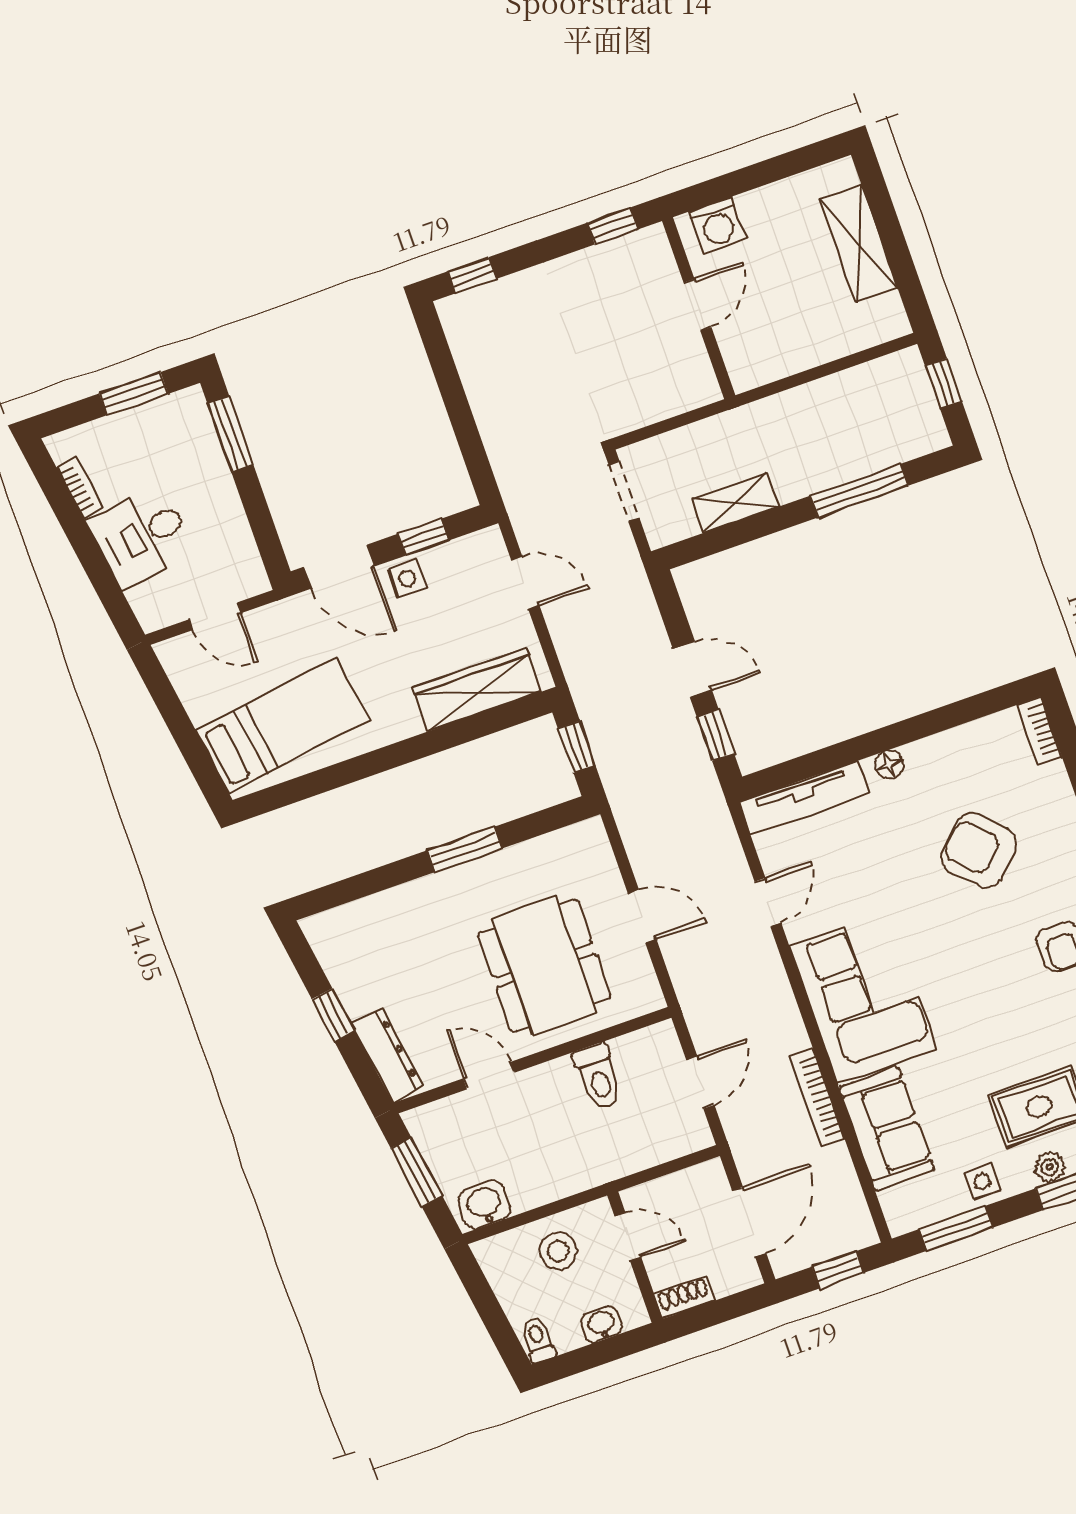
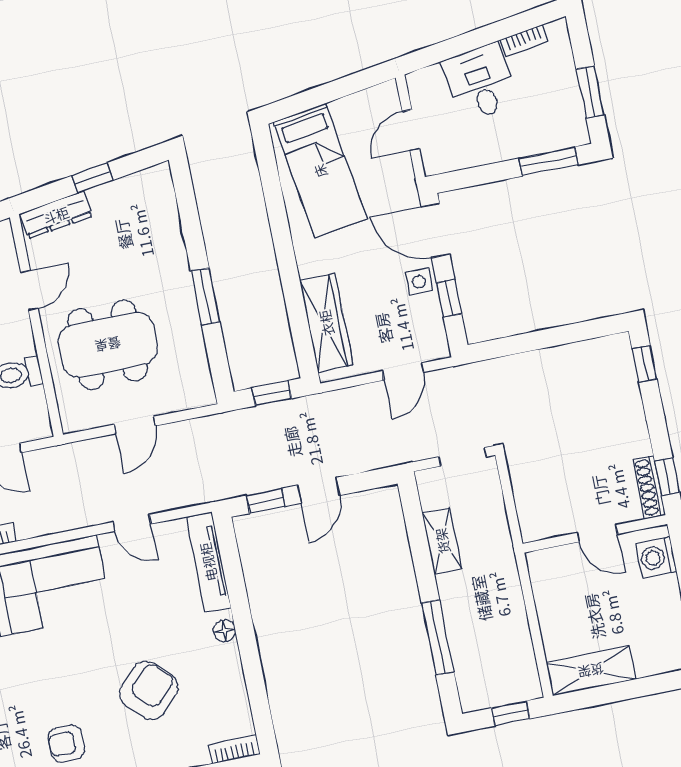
shelving: (859, 243) -> (591, 671), moved
shoe rack: (629, 247) -> (649, 487), added
door: (339, 567) -> (435, 231), hinge flipped

